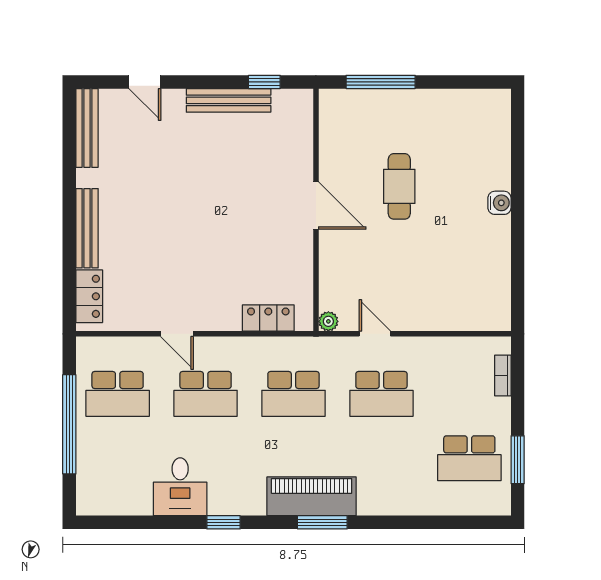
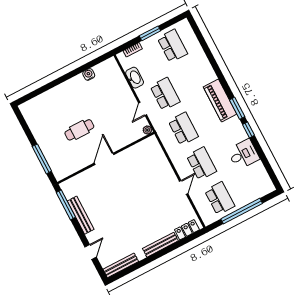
window: (264, 82) -> (66, 205), width x2.17
water cooler: (499, 203) -> (89, 74), moved
locker: (268, 318) -> (158, 154), removed
washbasin: (446, 350) -> (135, 78), added
window: (518, 460) -> (150, 33), moved
window: (322, 522) -> (237, 108), moved

